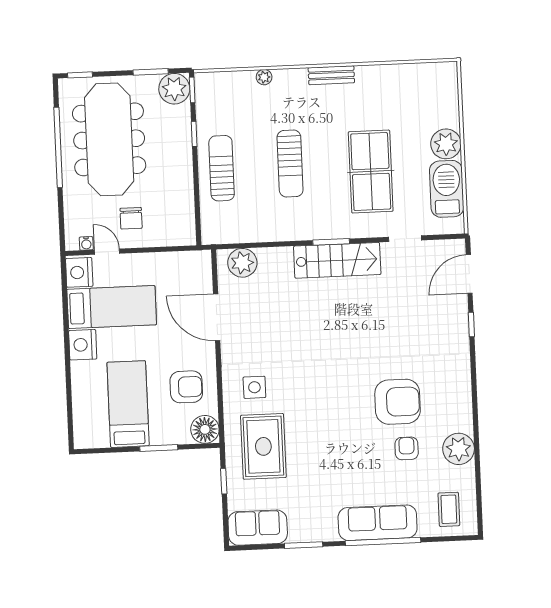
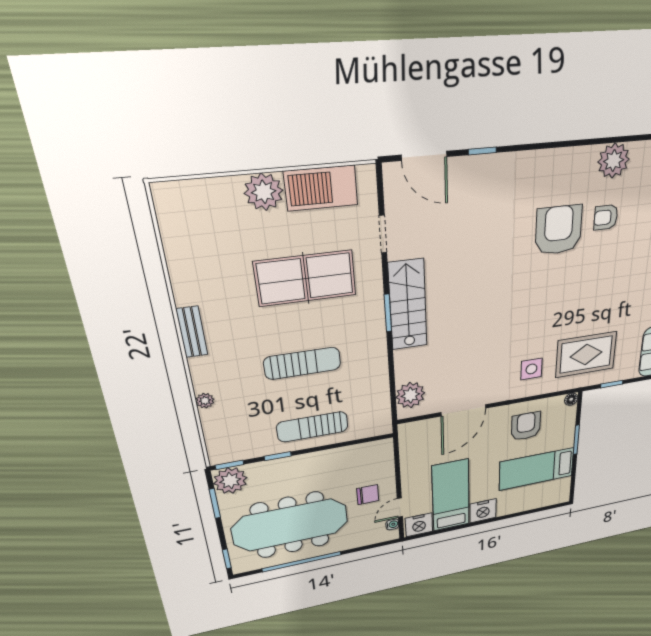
floor lamp: (205, 429) -> (571, 399), width x0.53, depth x0.53

